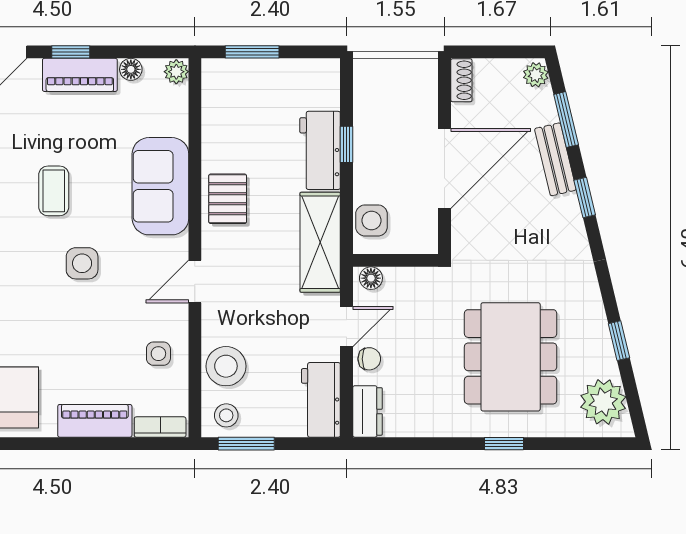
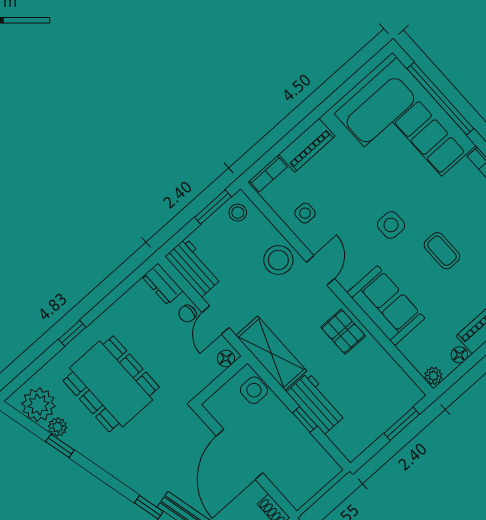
plant: (604, 362) -> (58, 427), added
stool: (226, 366) -> (278, 260), moved

